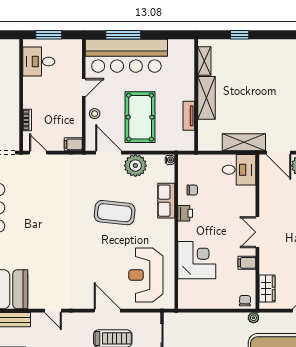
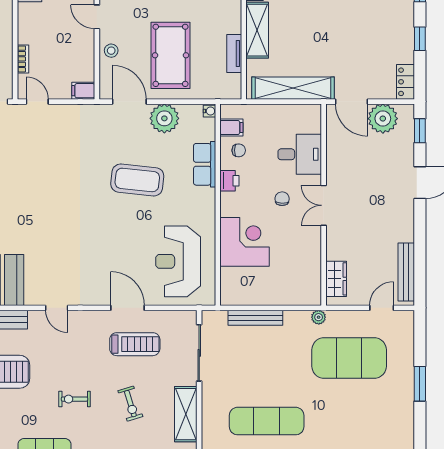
door: (84, 88) -> (97, 17), swing flipped
shelving: (244, 142) -> (293, 88), width x1.47
desk: (239, 170) -> (300, 154), moved
filing cabinet: (247, 263) -> (231, 128), moved, turned 180
chair: (245, 301) -> (282, 199), moved
bench: (205, 318) -> (255, 318), added

